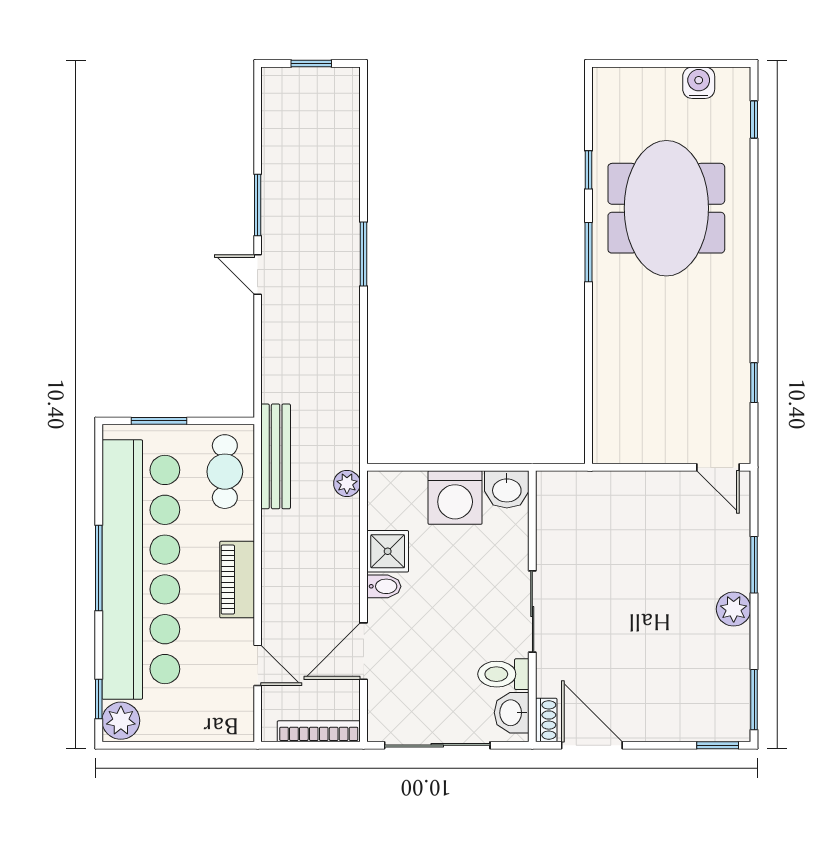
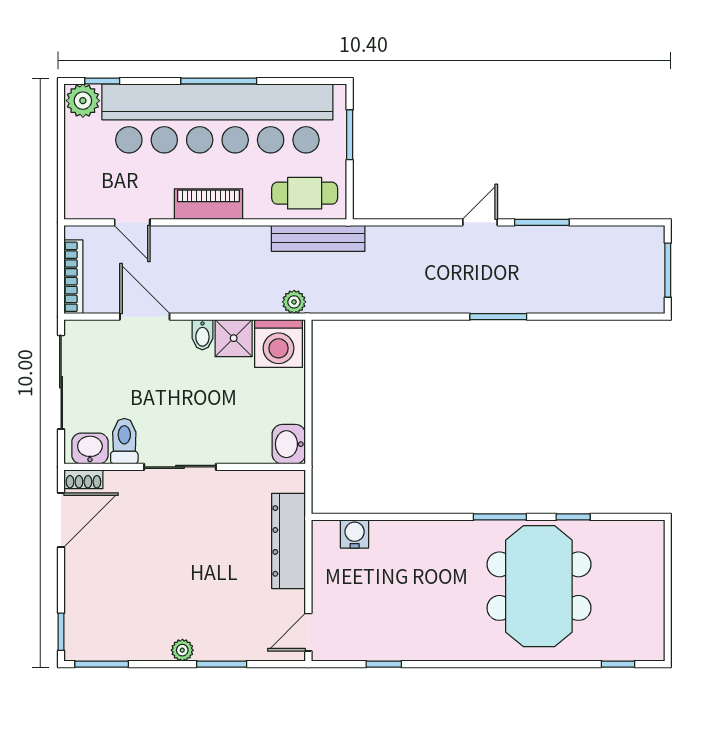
window: (311, 64) -> (668, 270), width x1.50
water cooler: (699, 83) -> (355, 534), moved, turned -90
meeting table: (666, 208) -> (539, 586), turned 90
dresser: (616, 490) -> (289, 541), added
washing machine: (455, 497) -> (279, 344), moved, turned -90
plant: (734, 609) -> (182, 650), width x0.73, depth x0.73
door: (258, 665) -> (132, 222), hinge flipped

